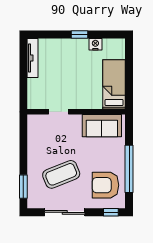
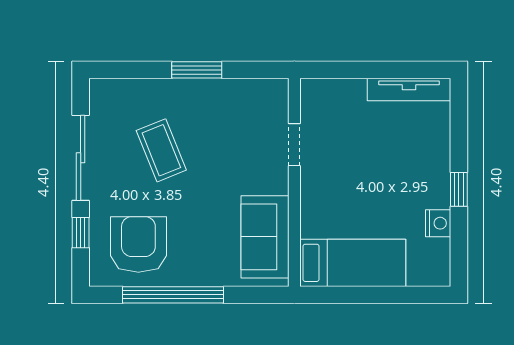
coffee table: (61, 174) -> (161, 150), width x0.73, depth x0.76
window: (23, 187) -> (197, 70), moved
window: (111, 212) -> (81, 233), moved

